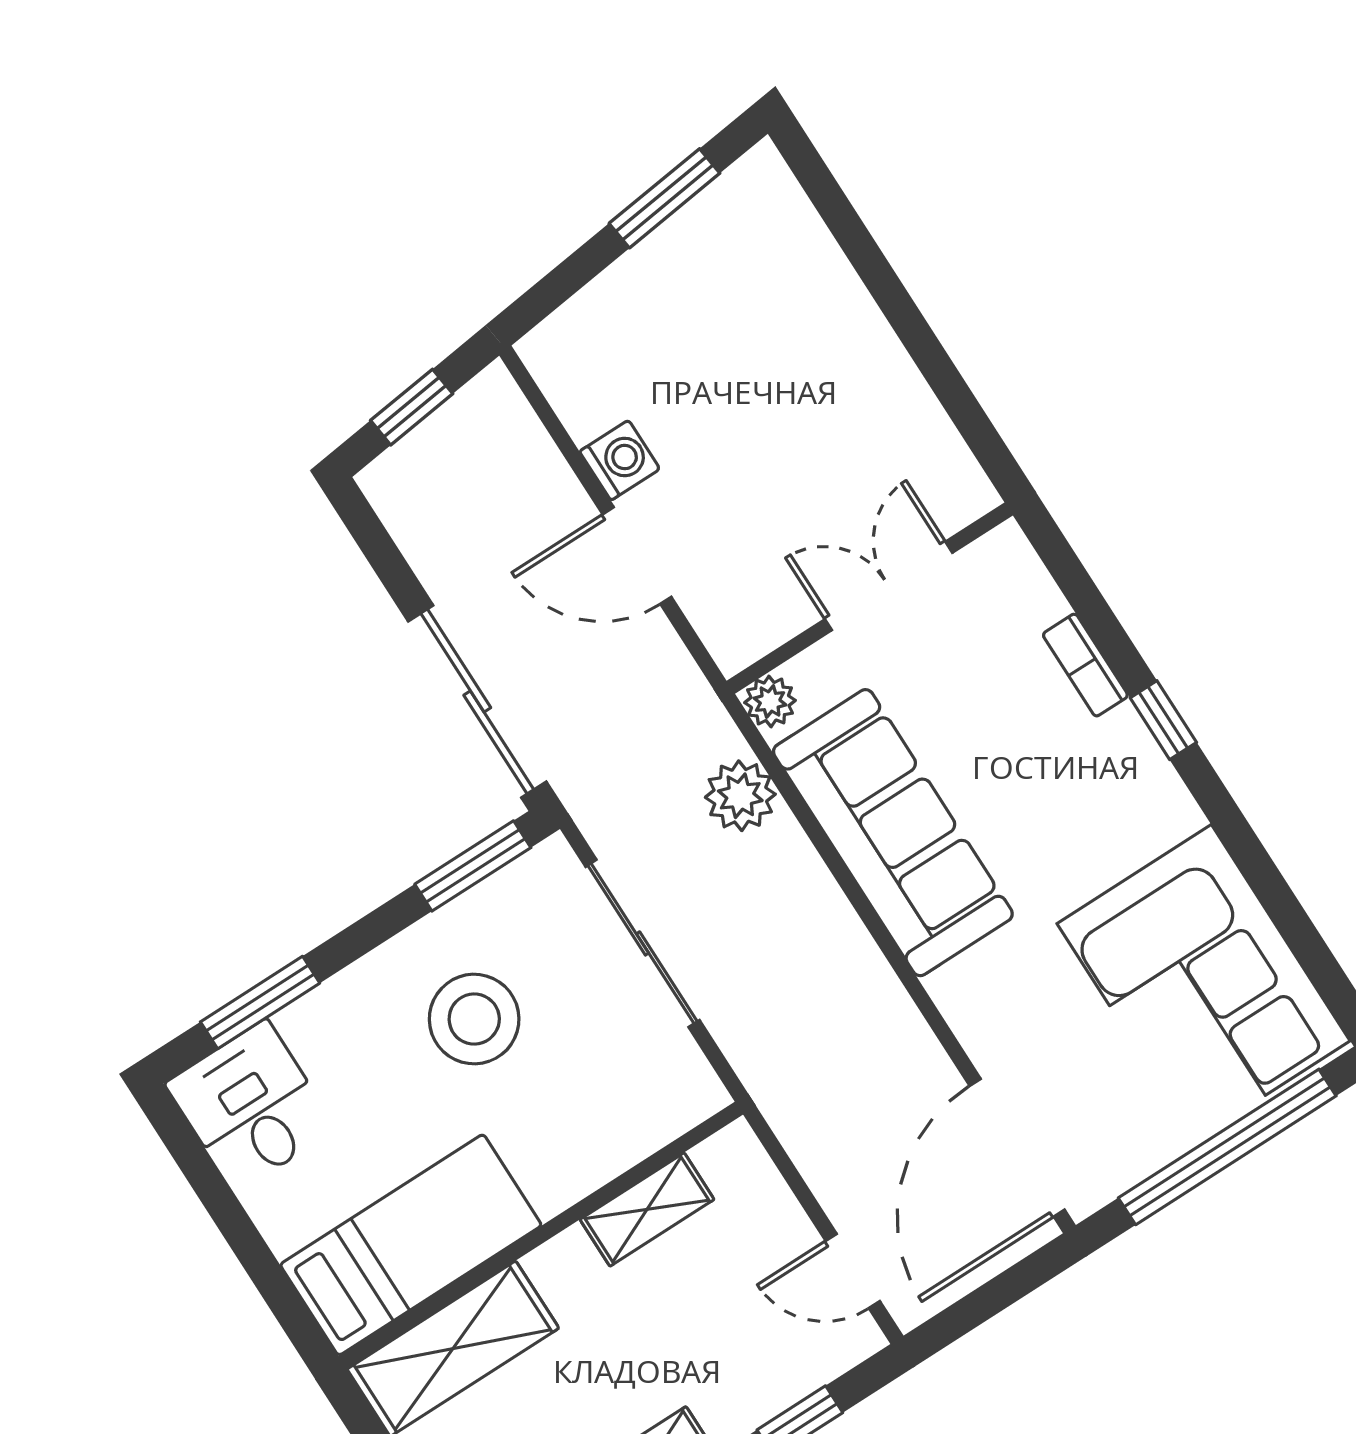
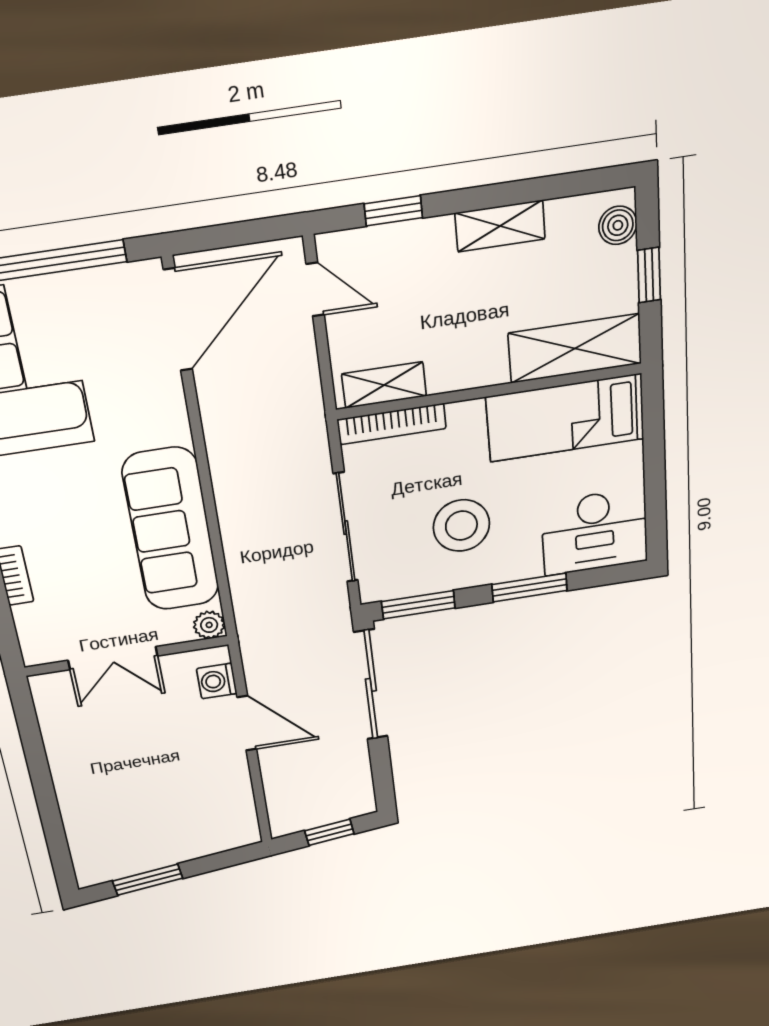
washing machine: (620, 460) -> (217, 681), moved
plant: (740, 796) -> (250, 583), removed
window: (260, 1002) -> (529, 588), moved
desk: (251, 1106) -> (594, 532), width x1.37
bookcase: (654, 1128) -> (392, 424), added
shelving: (647, 1209) -> (384, 385), moved

